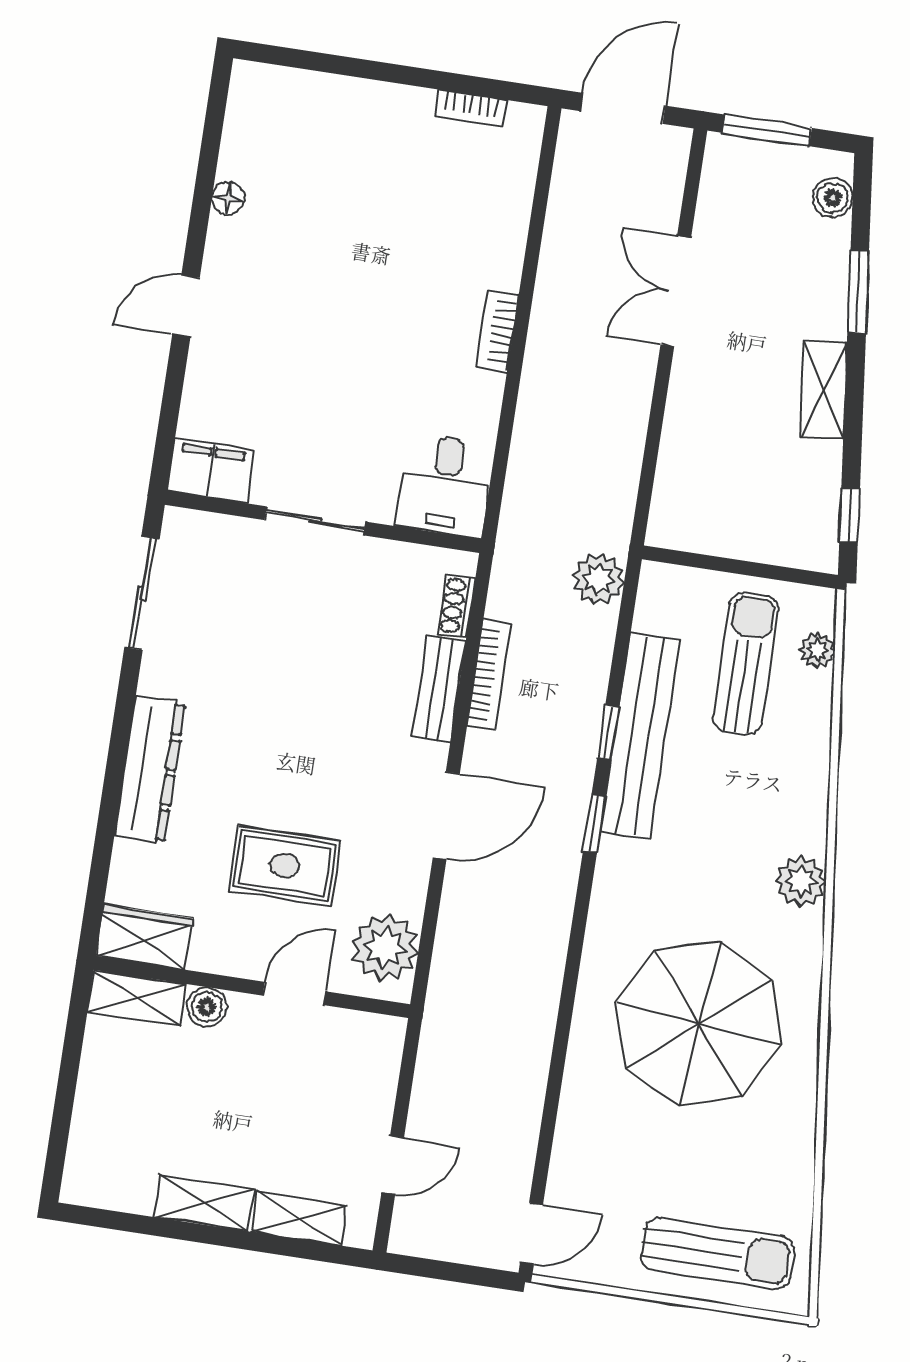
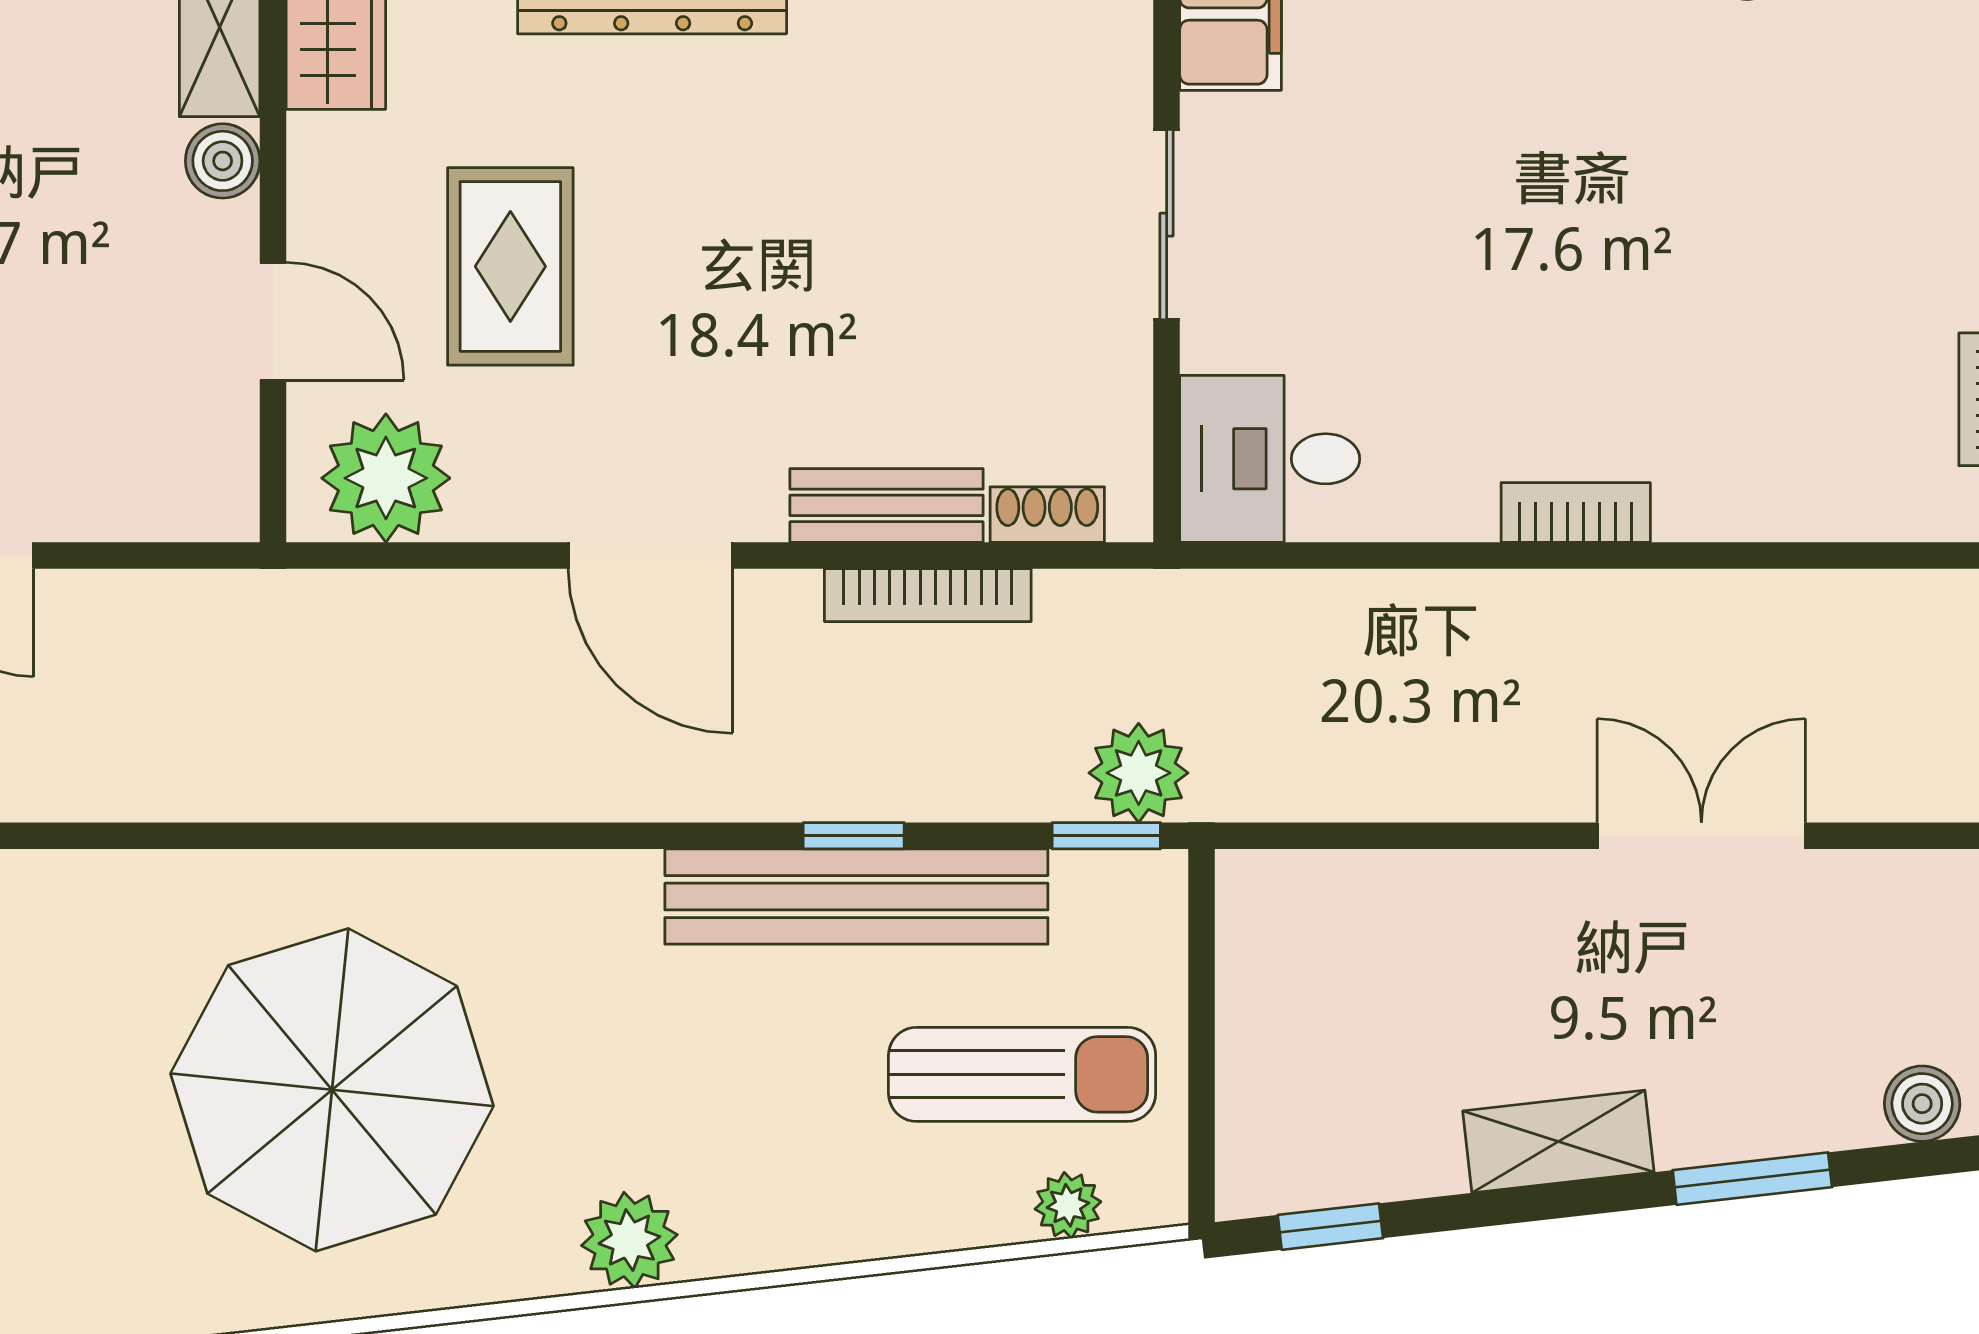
window: (594, 824) -> (1106, 836), moved

